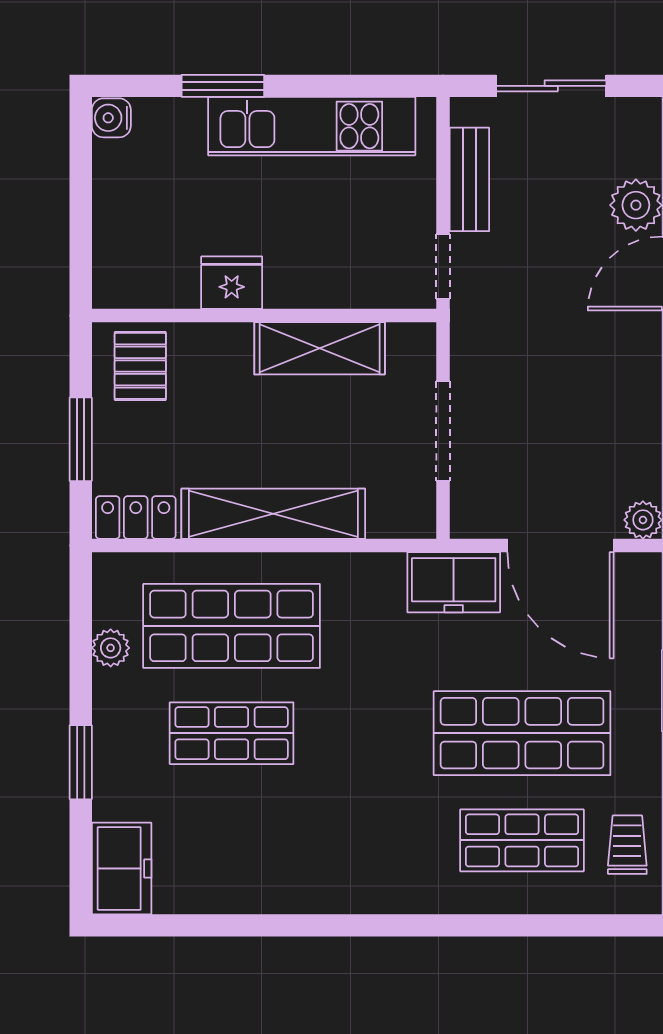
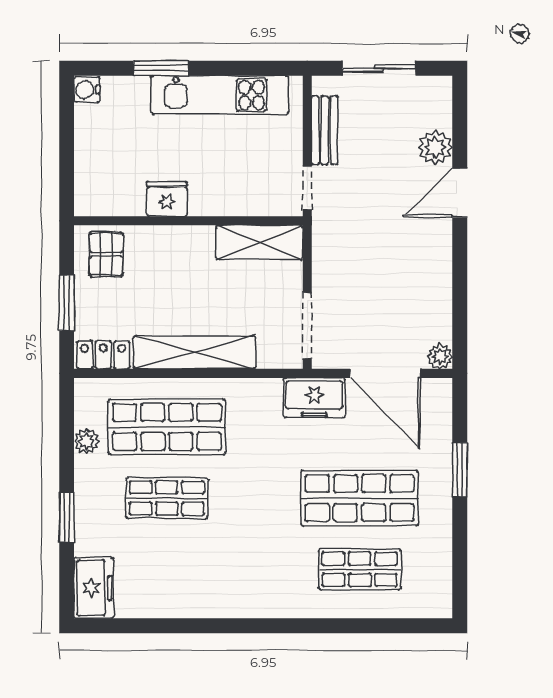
shelving: (320, 348) -> (259, 243), moved
doorway: (443, 431) -> (307, 325), moved
trolley: (627, 845) -> (430, 572), removed

